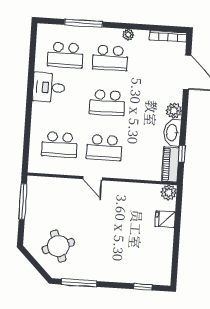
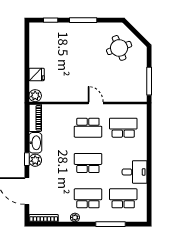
school desk: (104, 148) -> (88, 128), turned 180
window: (182, 154) -> (27, 159), moved
window: (79, 283) -> (83, 20), moved

